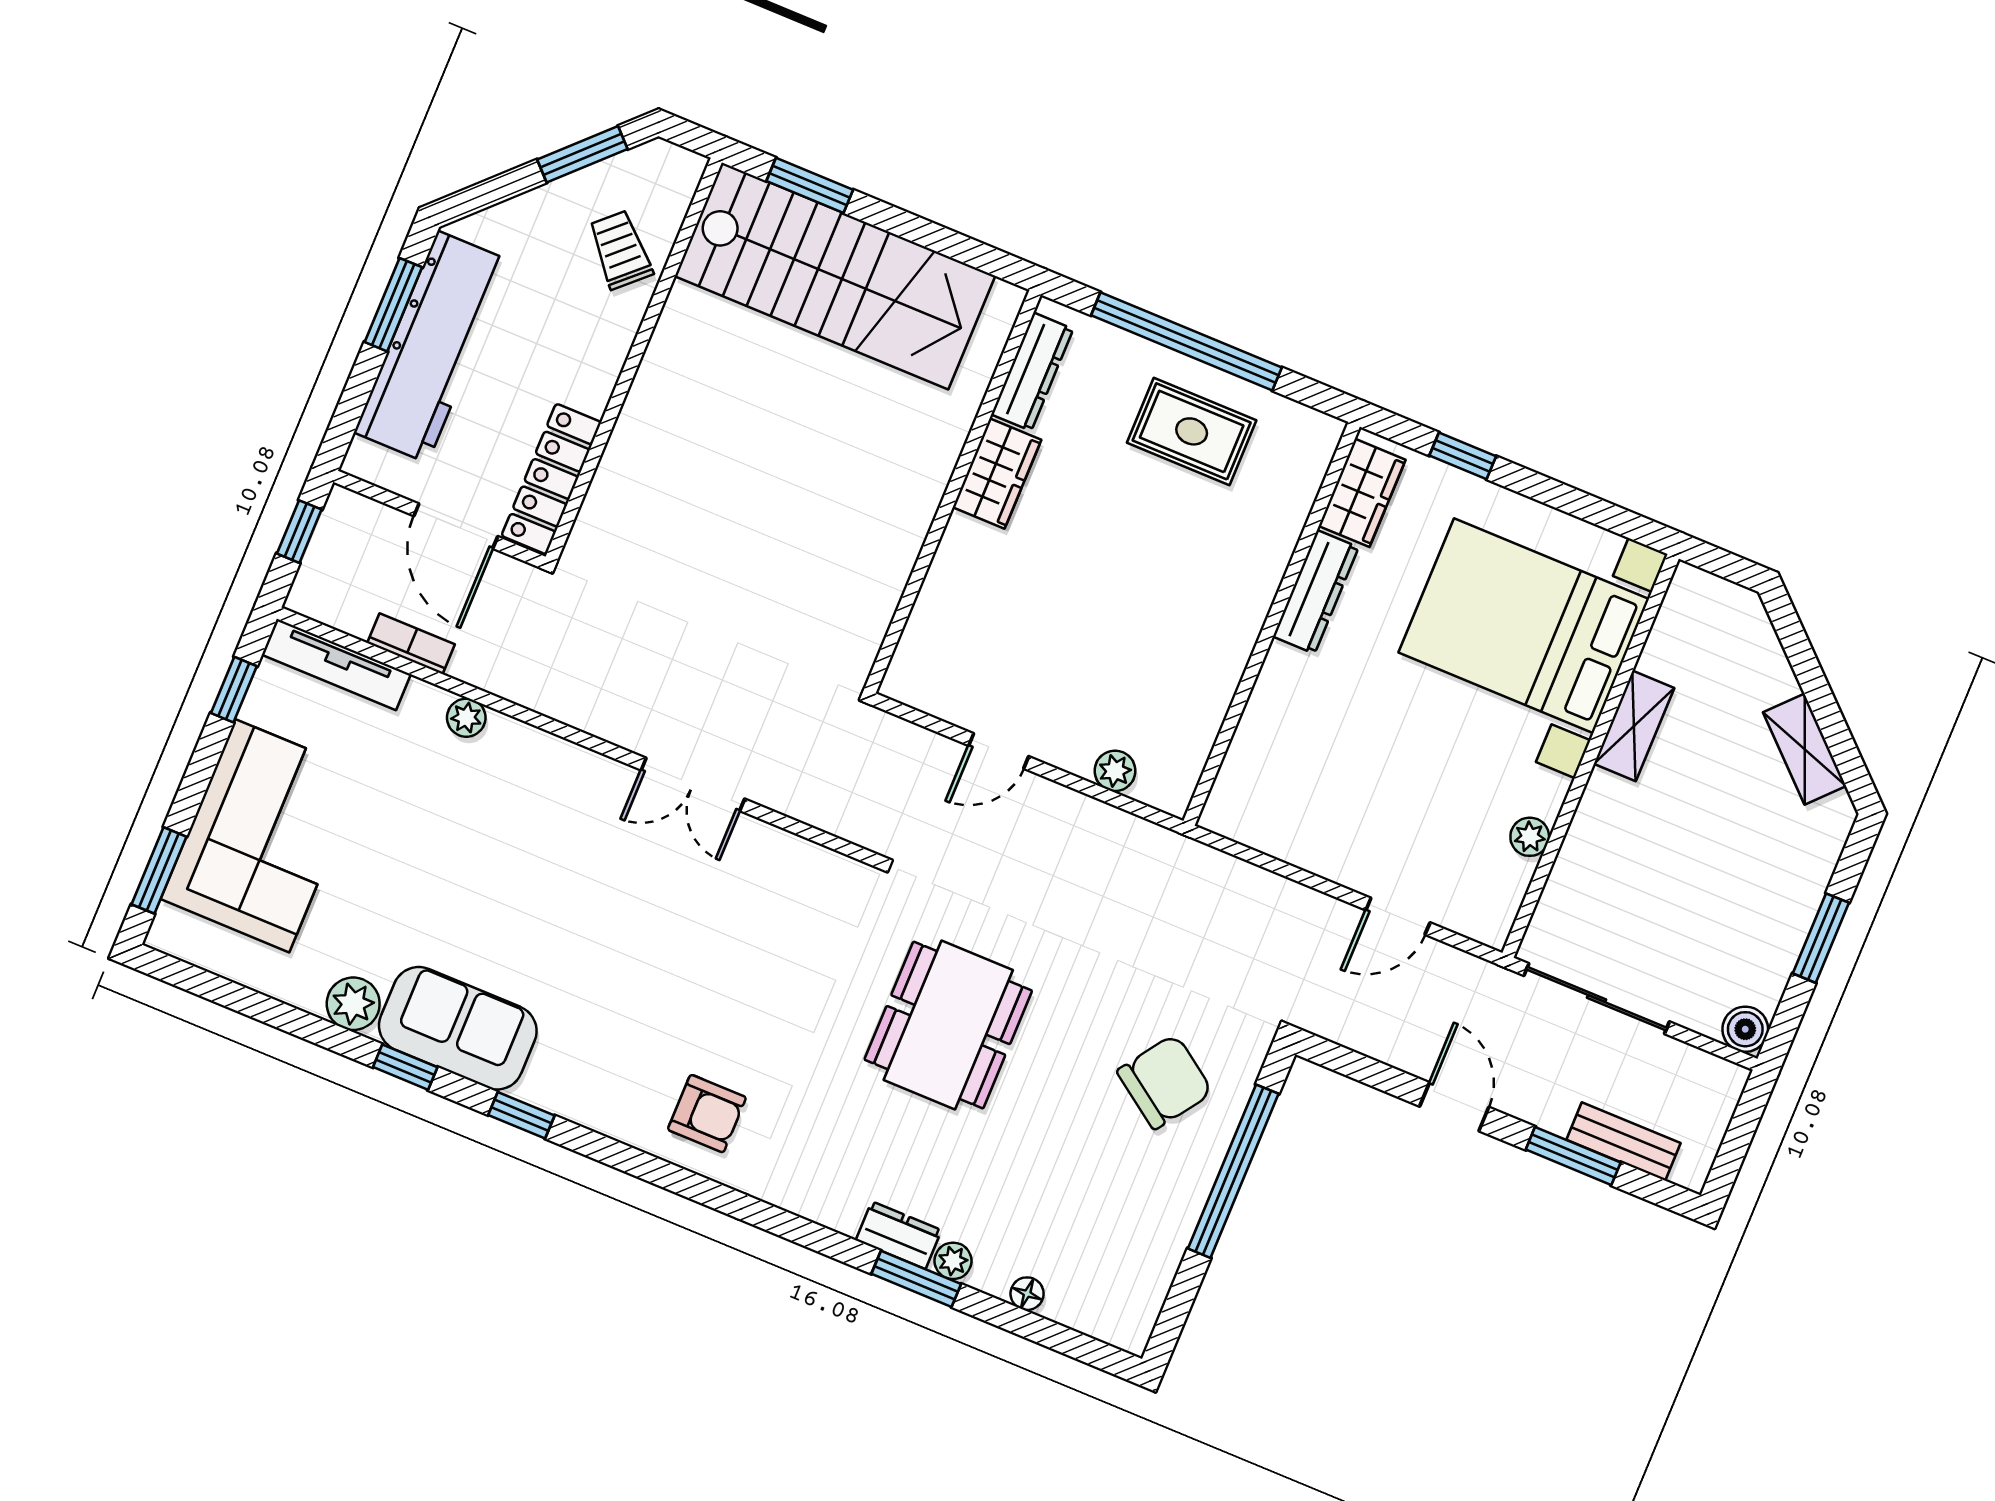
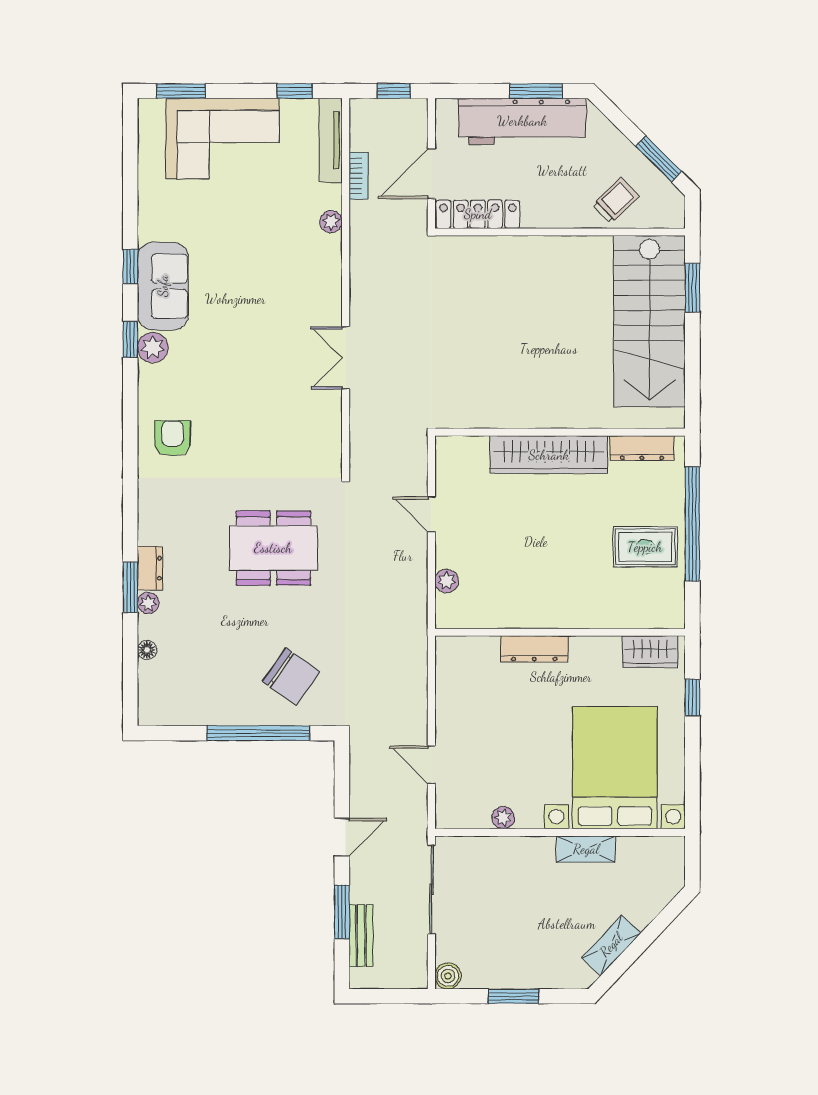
rug: (1192, 431) -> (645, 547), turned 90
wardrobe: (997, 474) -> (549, 455), width x2.10, depth x1.17
dresser: (1316, 592) -> (534, 649), moved
plant: (353, 1004) -> (153, 348), moved
armchair: (707, 1114) -> (172, 438), turned 180

